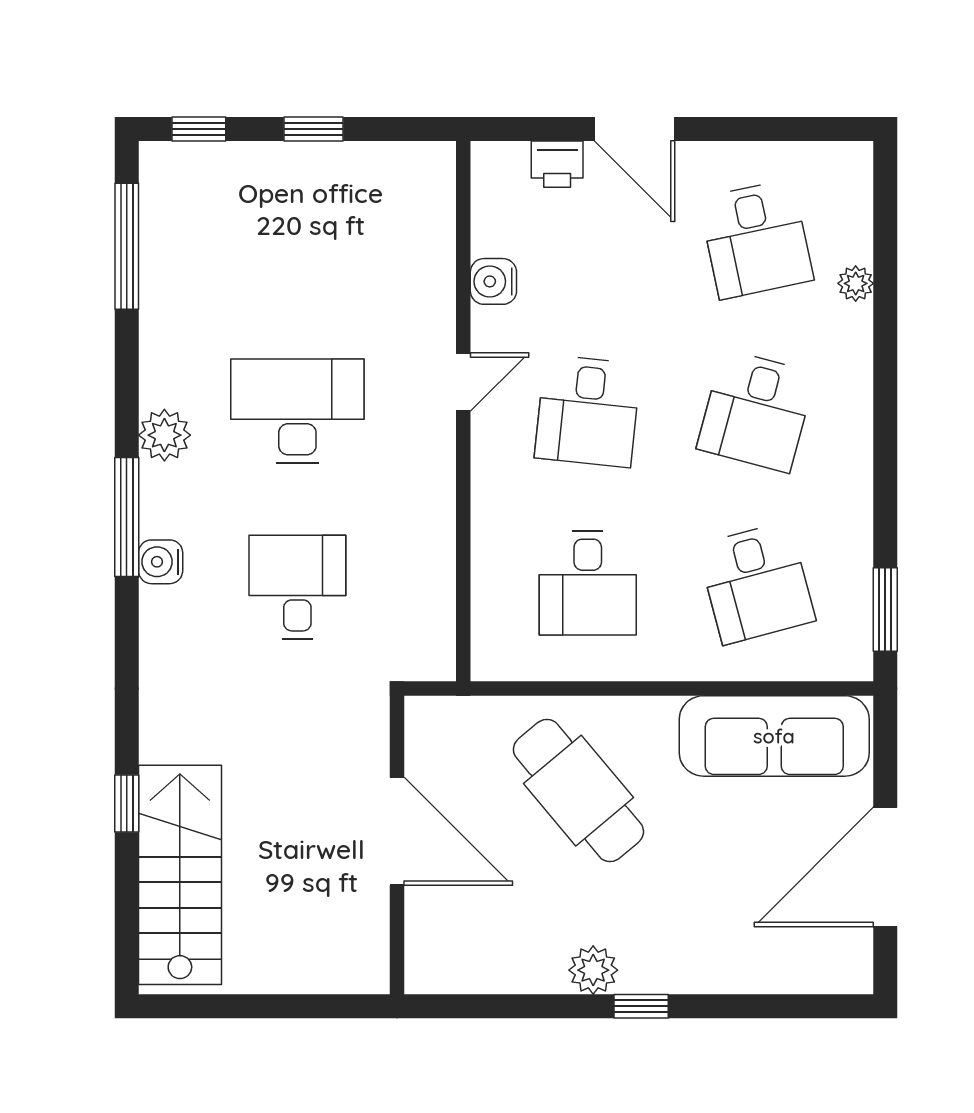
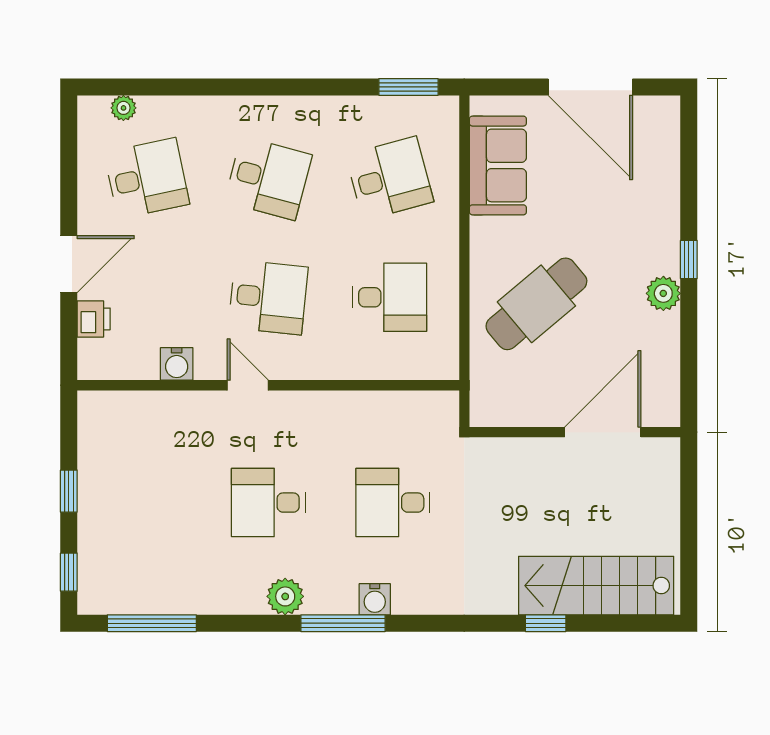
plant: (856, 283) -> (123, 108), moved
desk: (297, 411) -> (268, 503), width x0.73
sofa: (774, 736) -> (498, 165), width x0.73
door: (397, 831) -> (603, 432), moved

